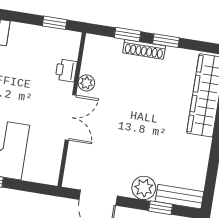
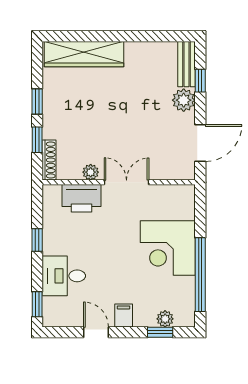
window: (55, 23) -> (37, 240), moved
shoe rack: (144, 49) -> (49, 160), moved
printer: (66, 70) -> (82, 198), width x1.87, depth x1.48

